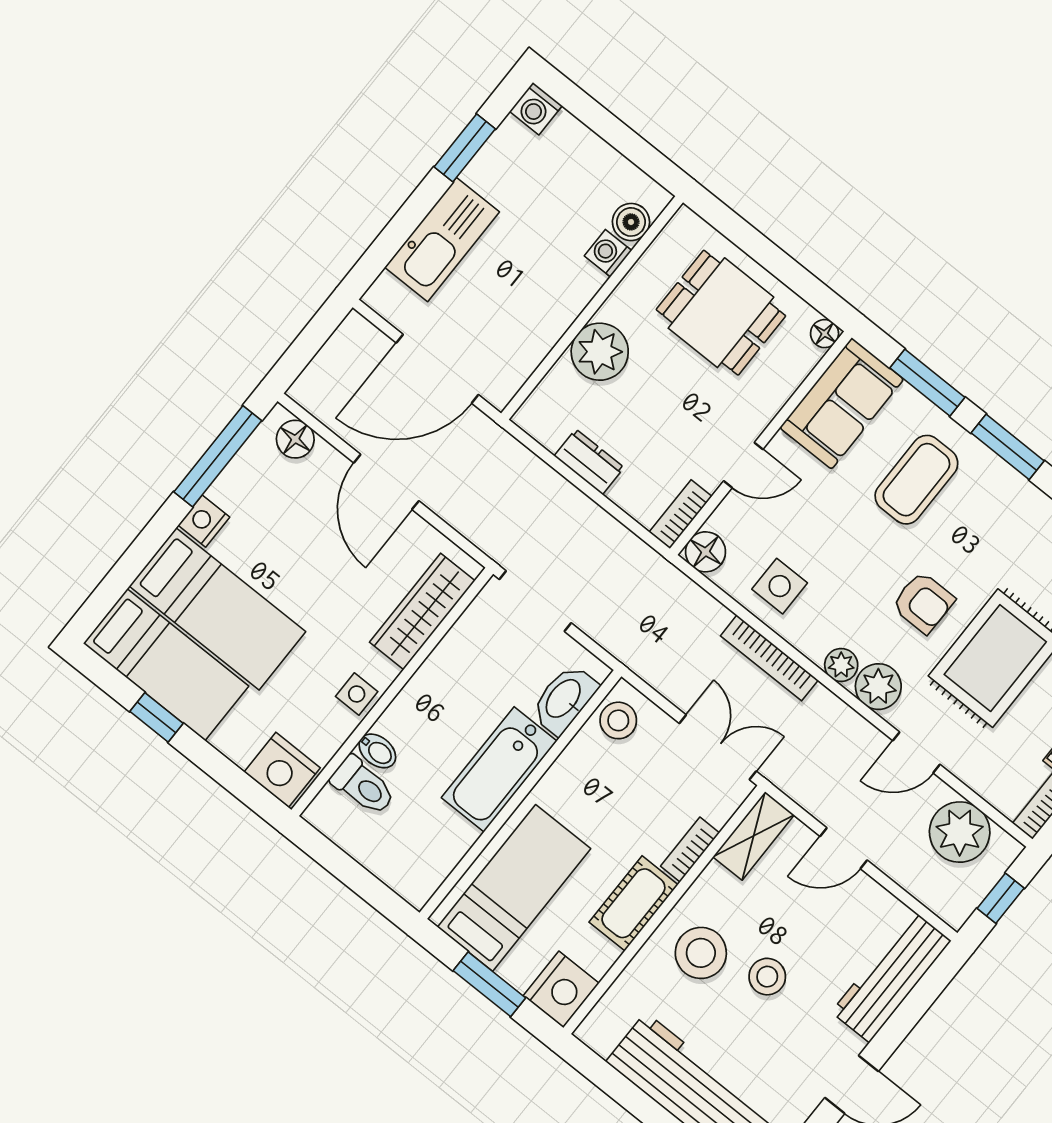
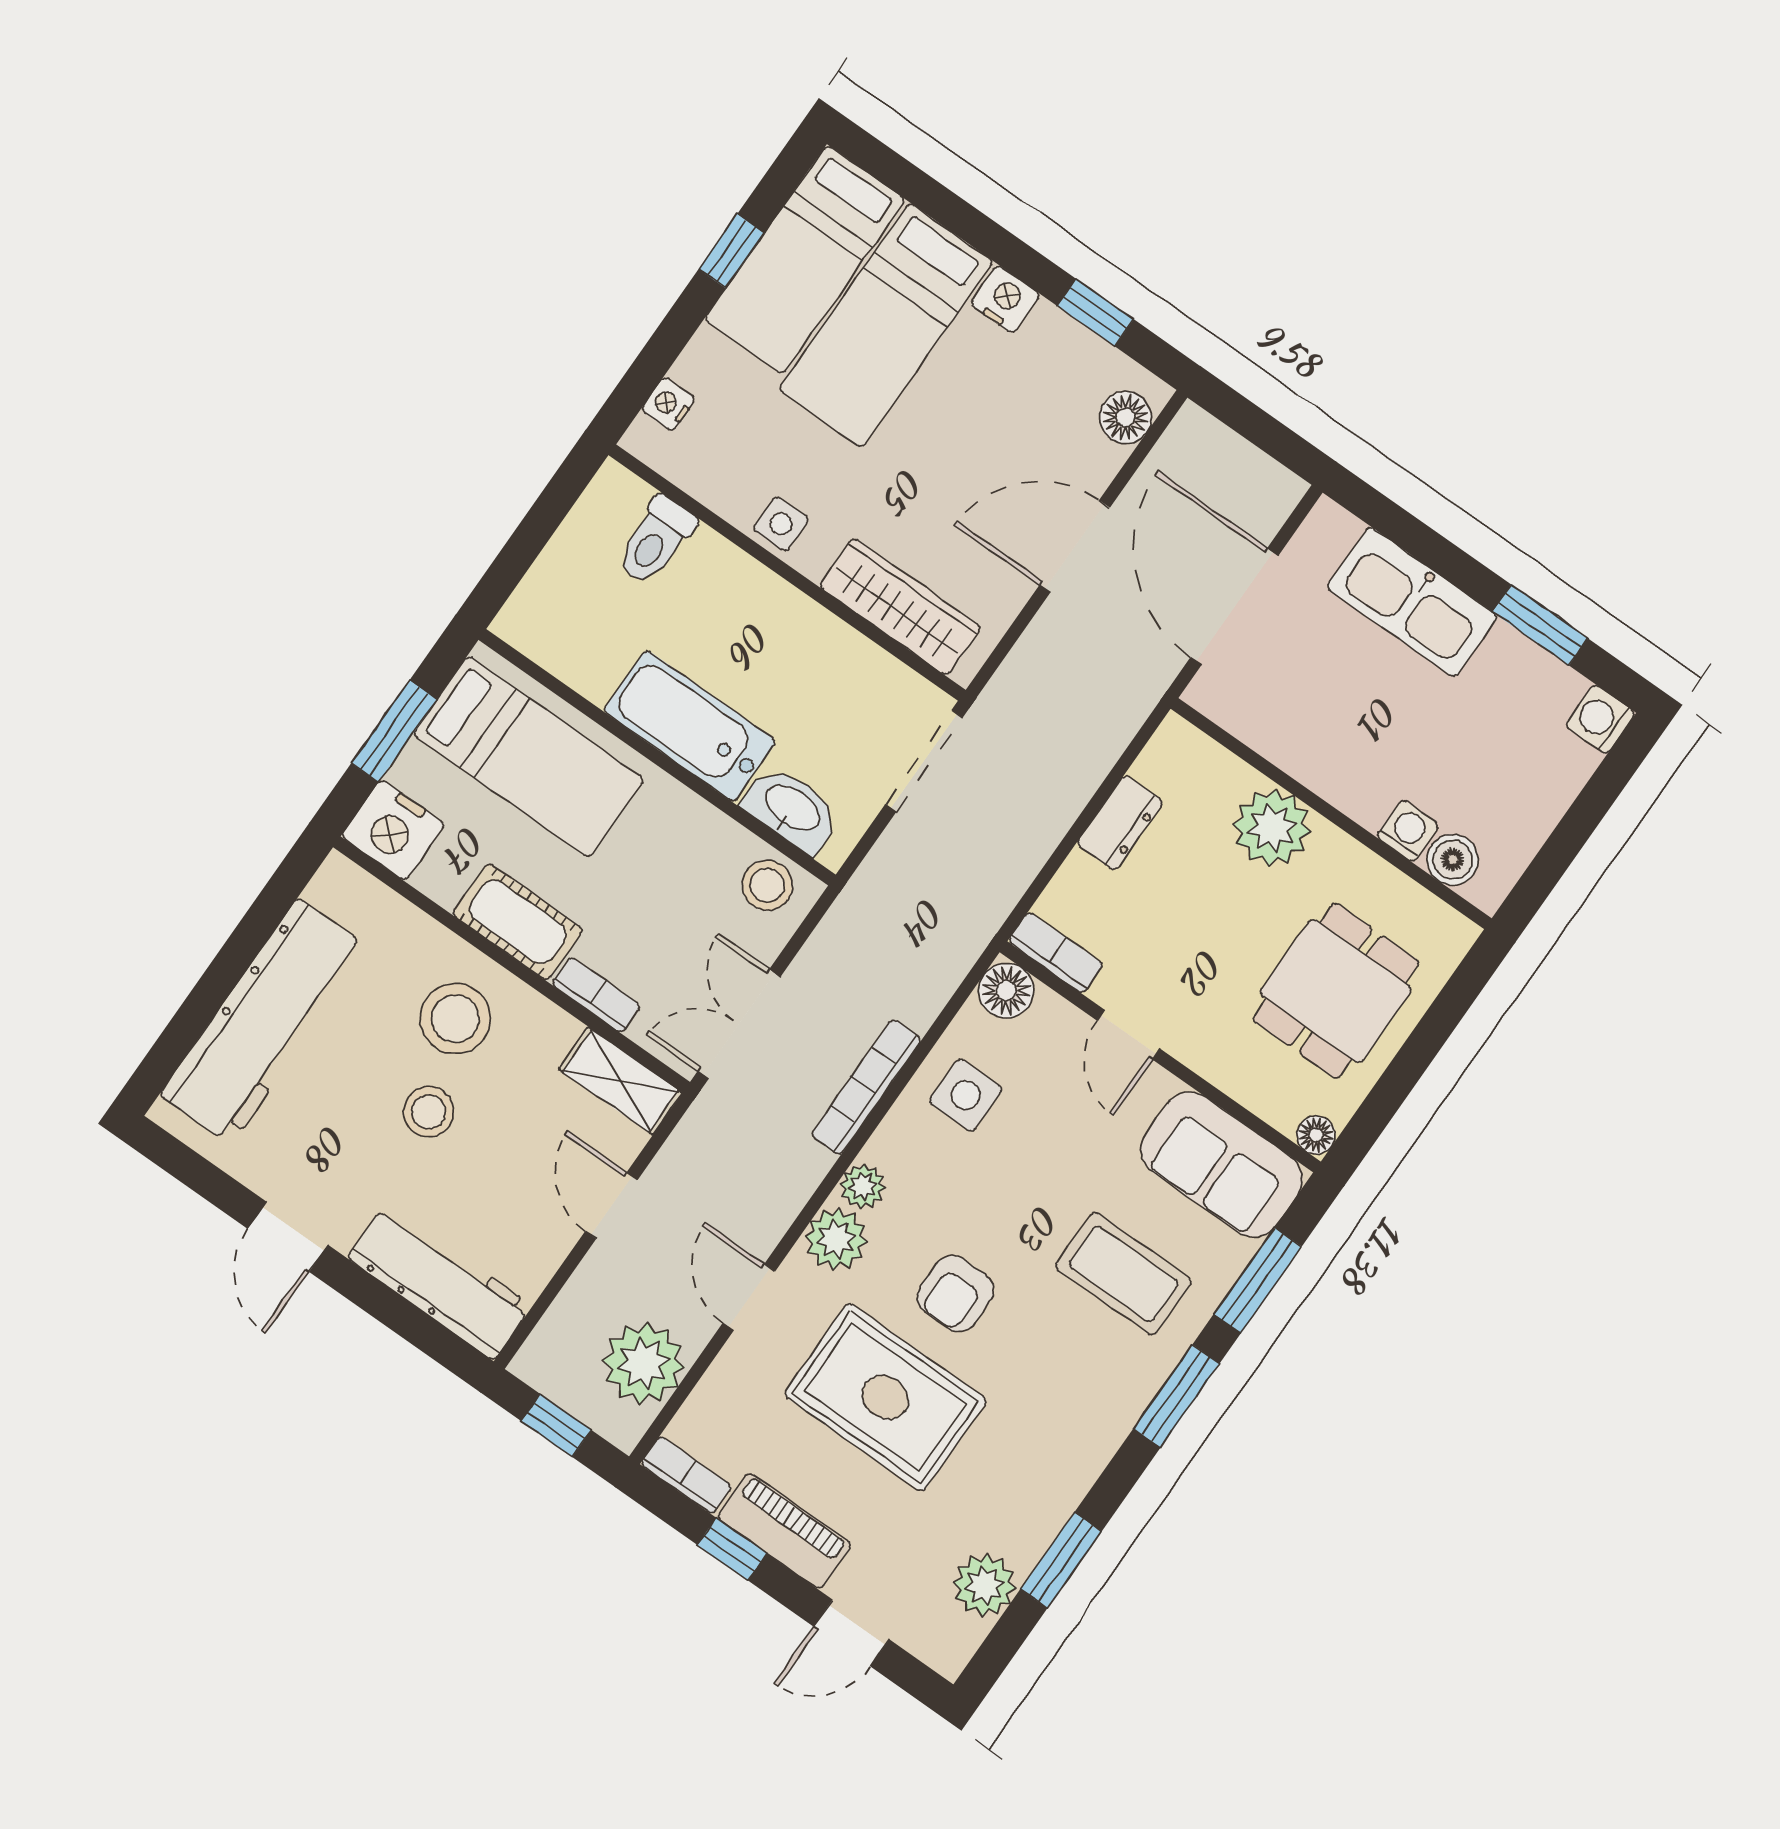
window: (218, 456) -> (1095, 313), width x0.46
double door: (718, 747) -> (739, 1024), swing flipped
bidet: (377, 751) -> (705, 557), removed
nightstand: (282, 770) -> (668, 404), width x0.53, depth x0.56

